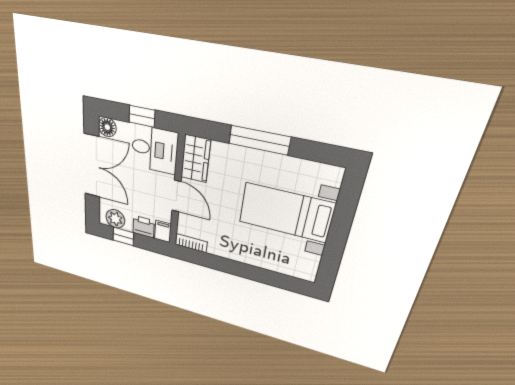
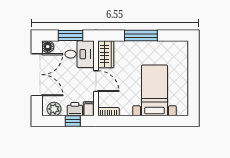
window: (142, 116) -> (70, 36), width x1.50
bed with nightstands: (286, 213) -> (154, 90), moved, turned 90
window: (123, 236) -> (73, 121), moved

